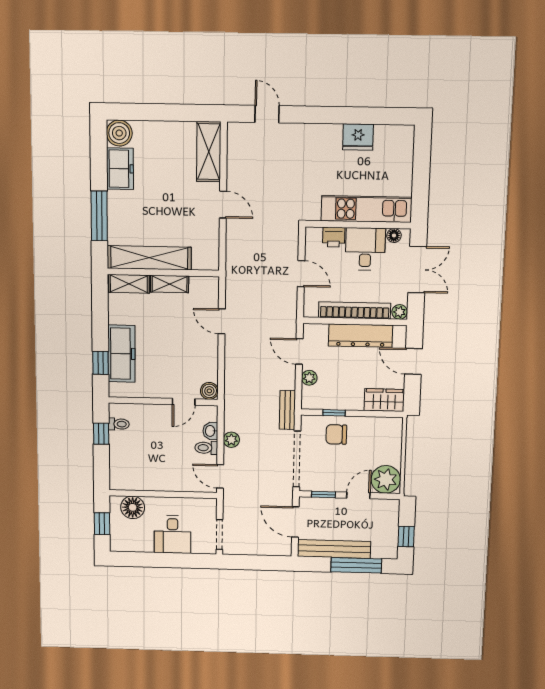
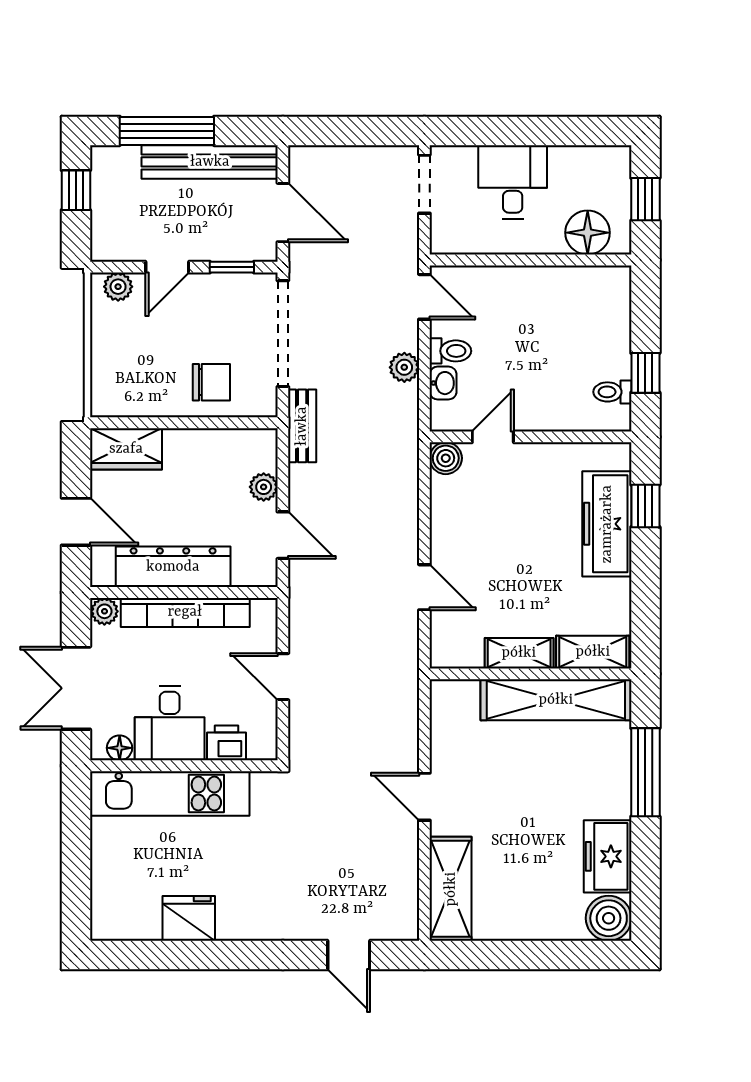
window: (334, 413) -> (217, 423), removed
plant: (386, 479) -> (118, 287), width x0.53, depth x0.53

